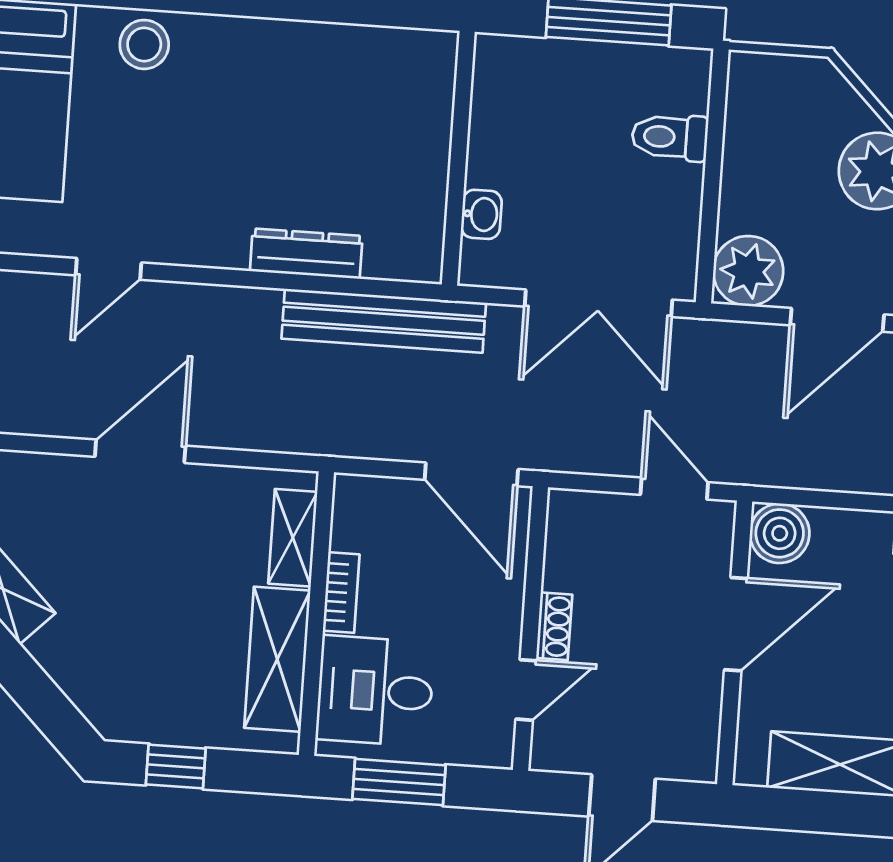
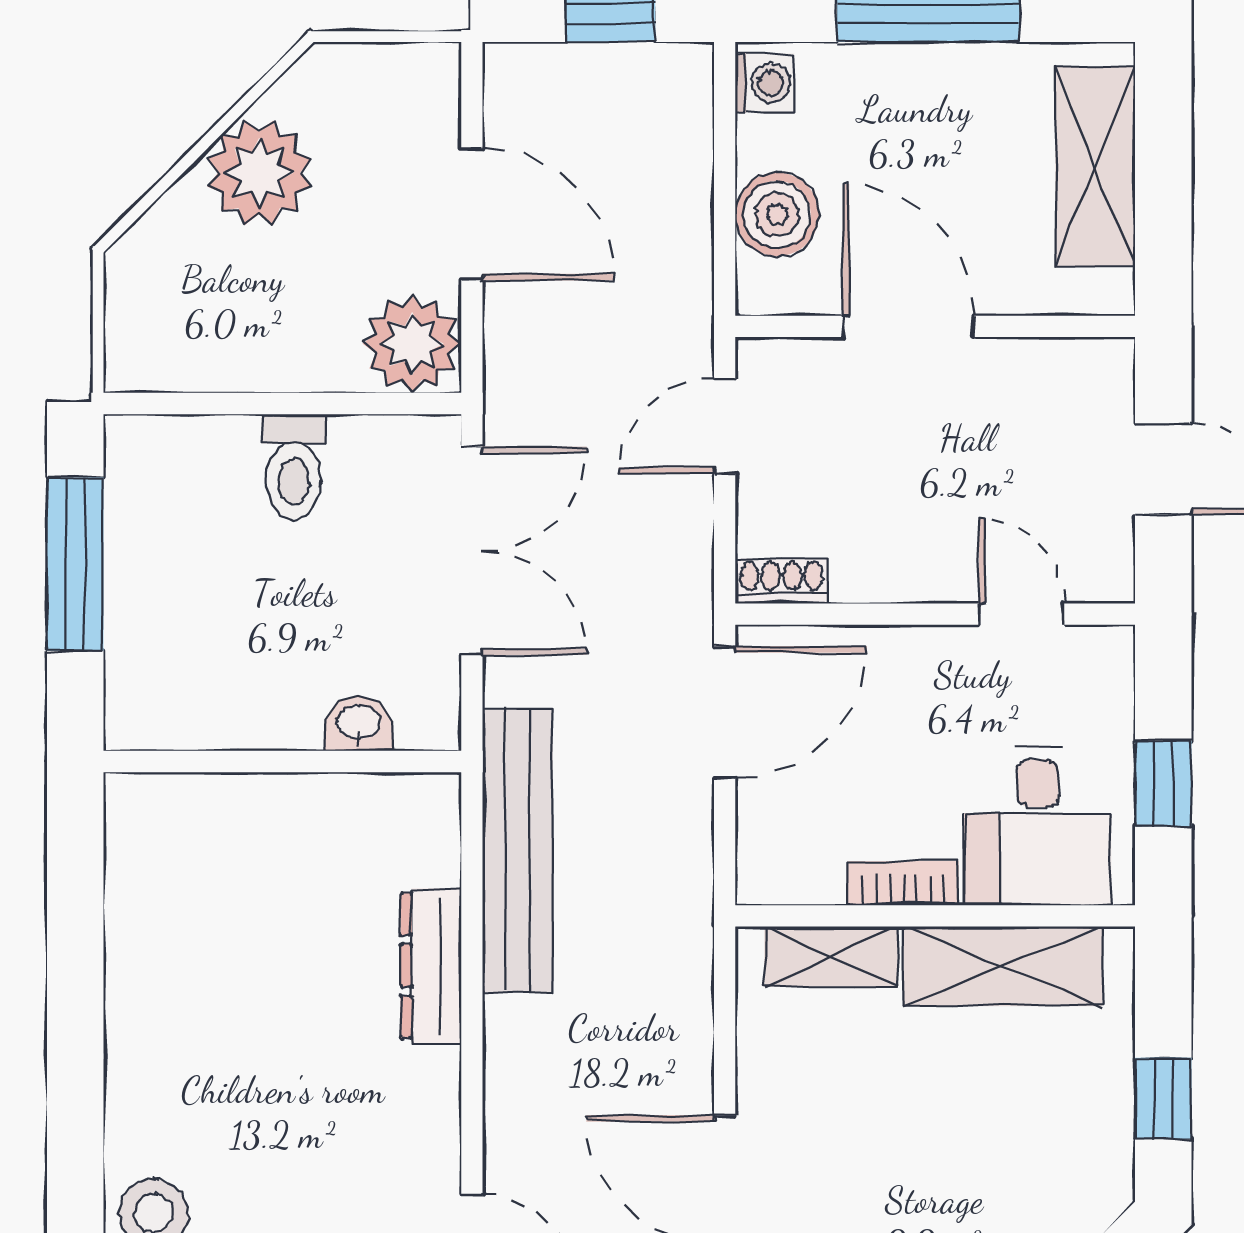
toilet: (670, 137) -> (294, 467), moved
boiler: (780, 533) -> (777, 214), moved
shoe rack: (554, 626) -> (781, 581), moved
window: (399, 782) -> (1163, 784), width x0.67

